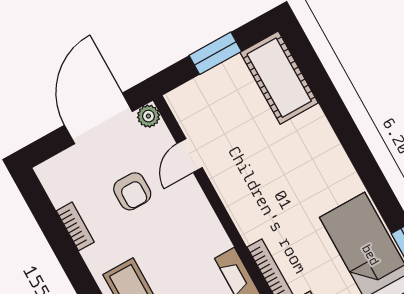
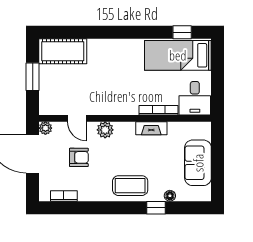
plant: (196, 208) -> (105, 130), added
bookcase: (75, 226) -> (64, 196), moved

